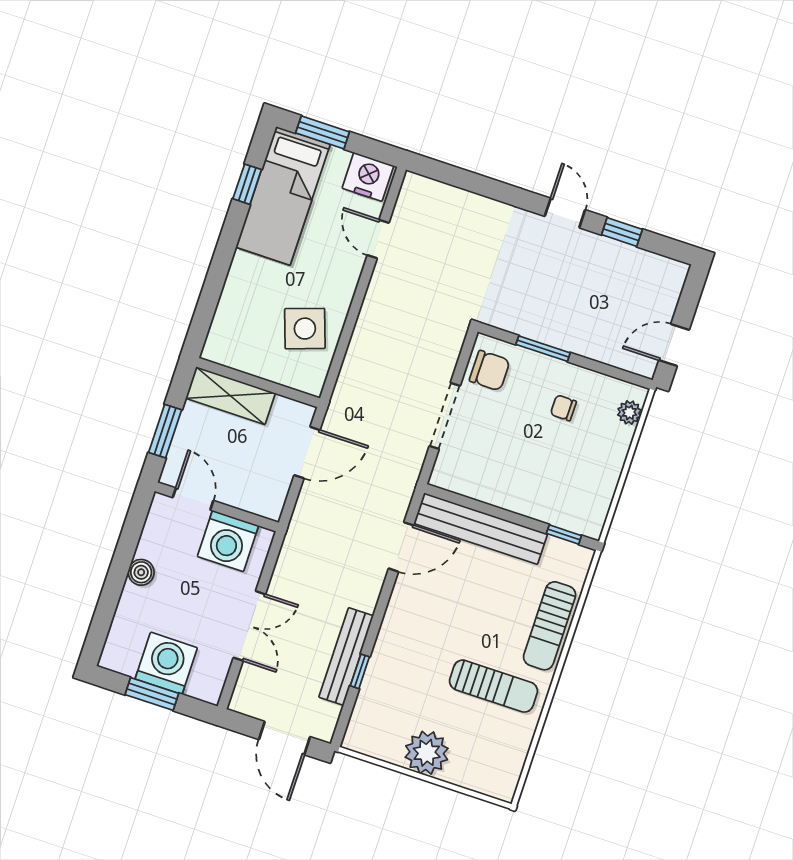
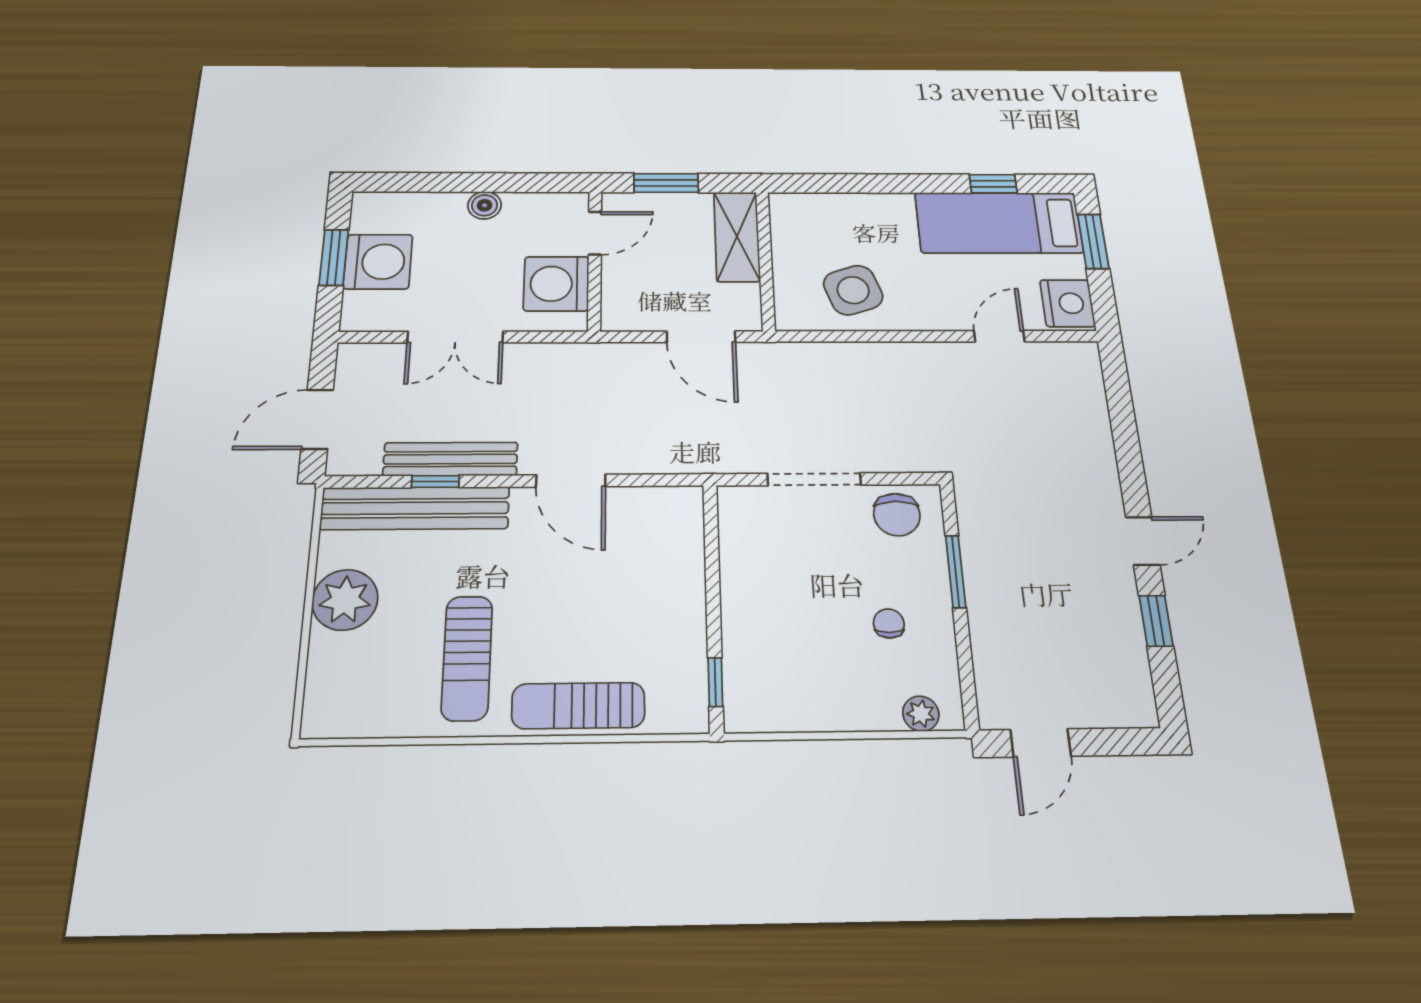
door: (674, 345) -> (1041, 743), swing flipped
bench: (481, 529) -> (415, 508), moved, turned 90
door: (401, 547) -> (571, 481), moved

